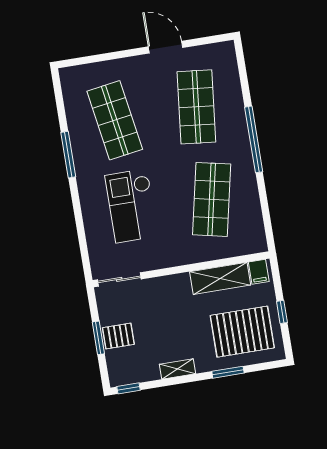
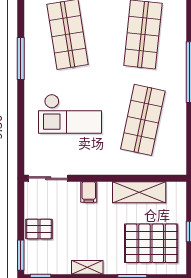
checkout: (132, 206) -> (70, 114), turned -90
filing cabinet: (259, 272) -> (89, 192), moved
window: (98, 338) -> (21, 255), moved

